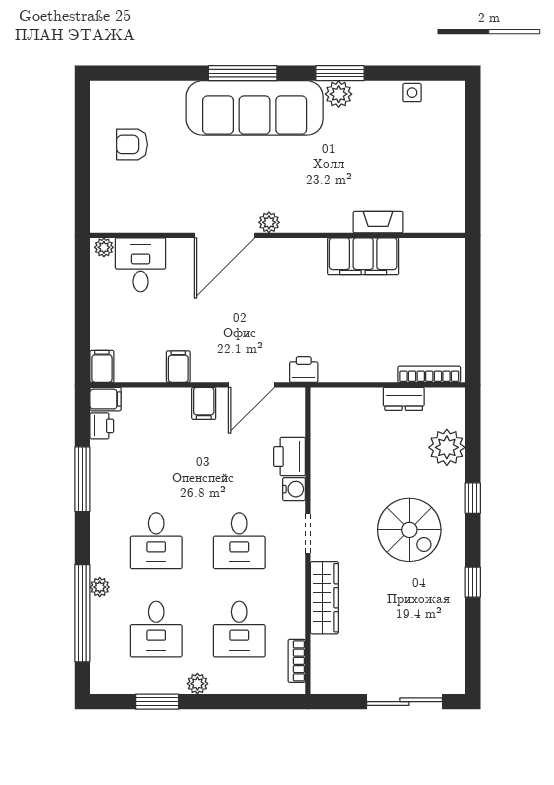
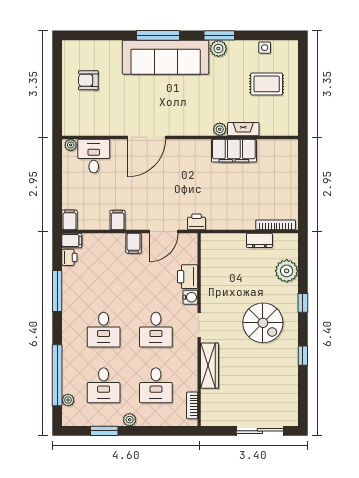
rug: (415, 150) -> (267, 84), added
plant: (269, 222) -> (220, 129), moved
plant: (100, 587) -> (68, 400), moved

